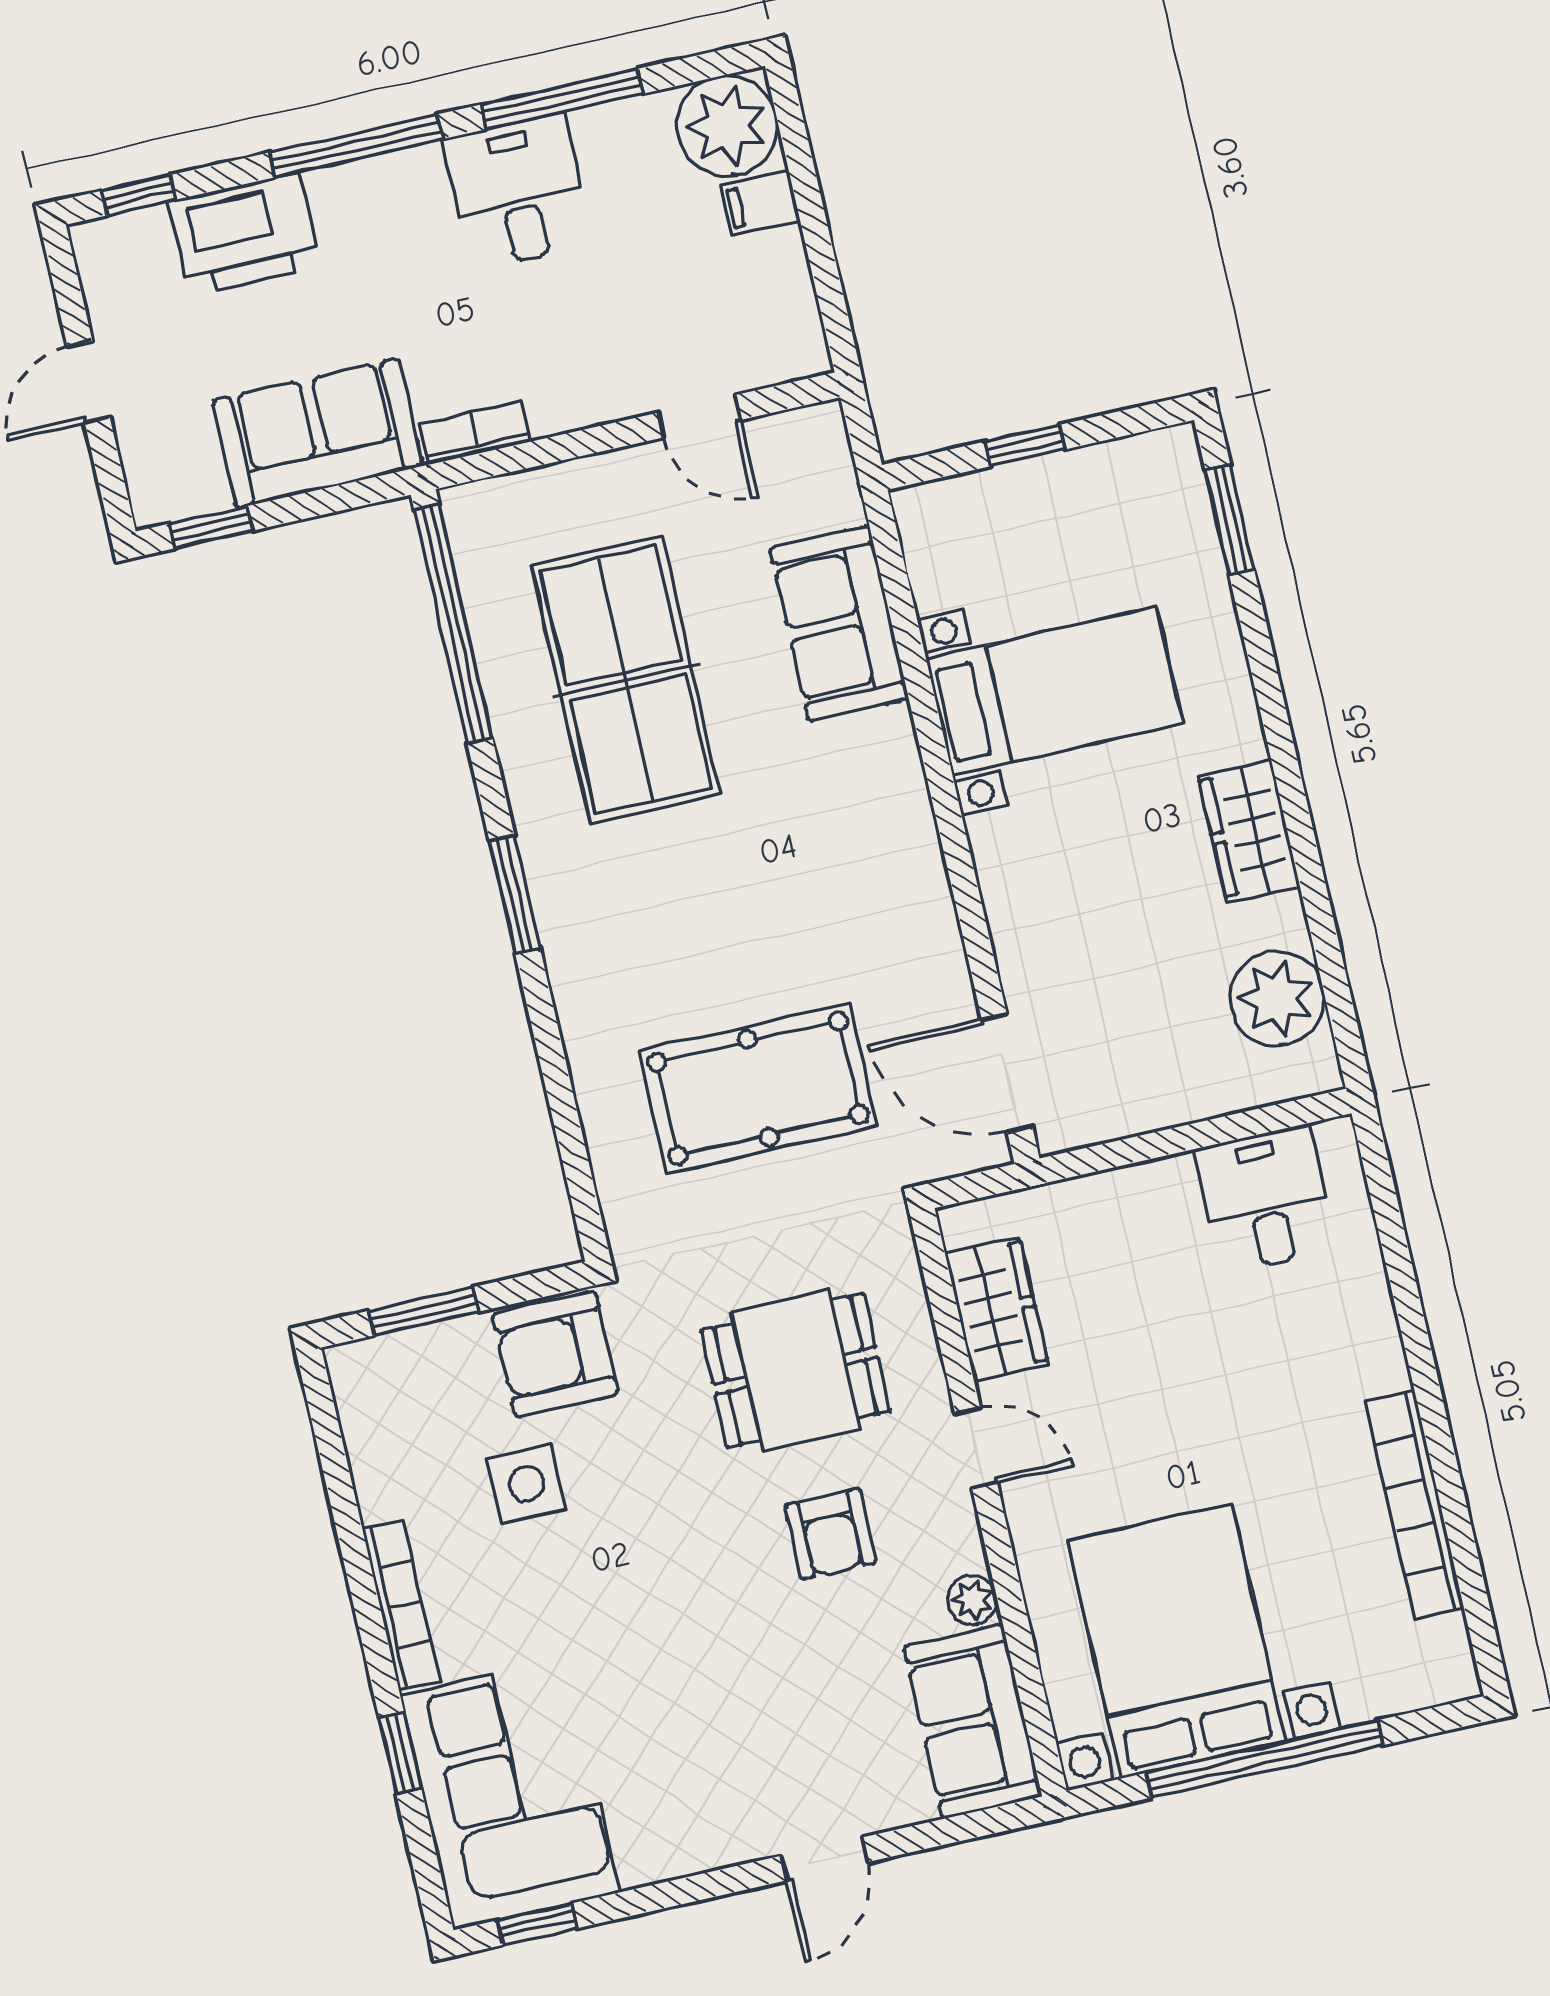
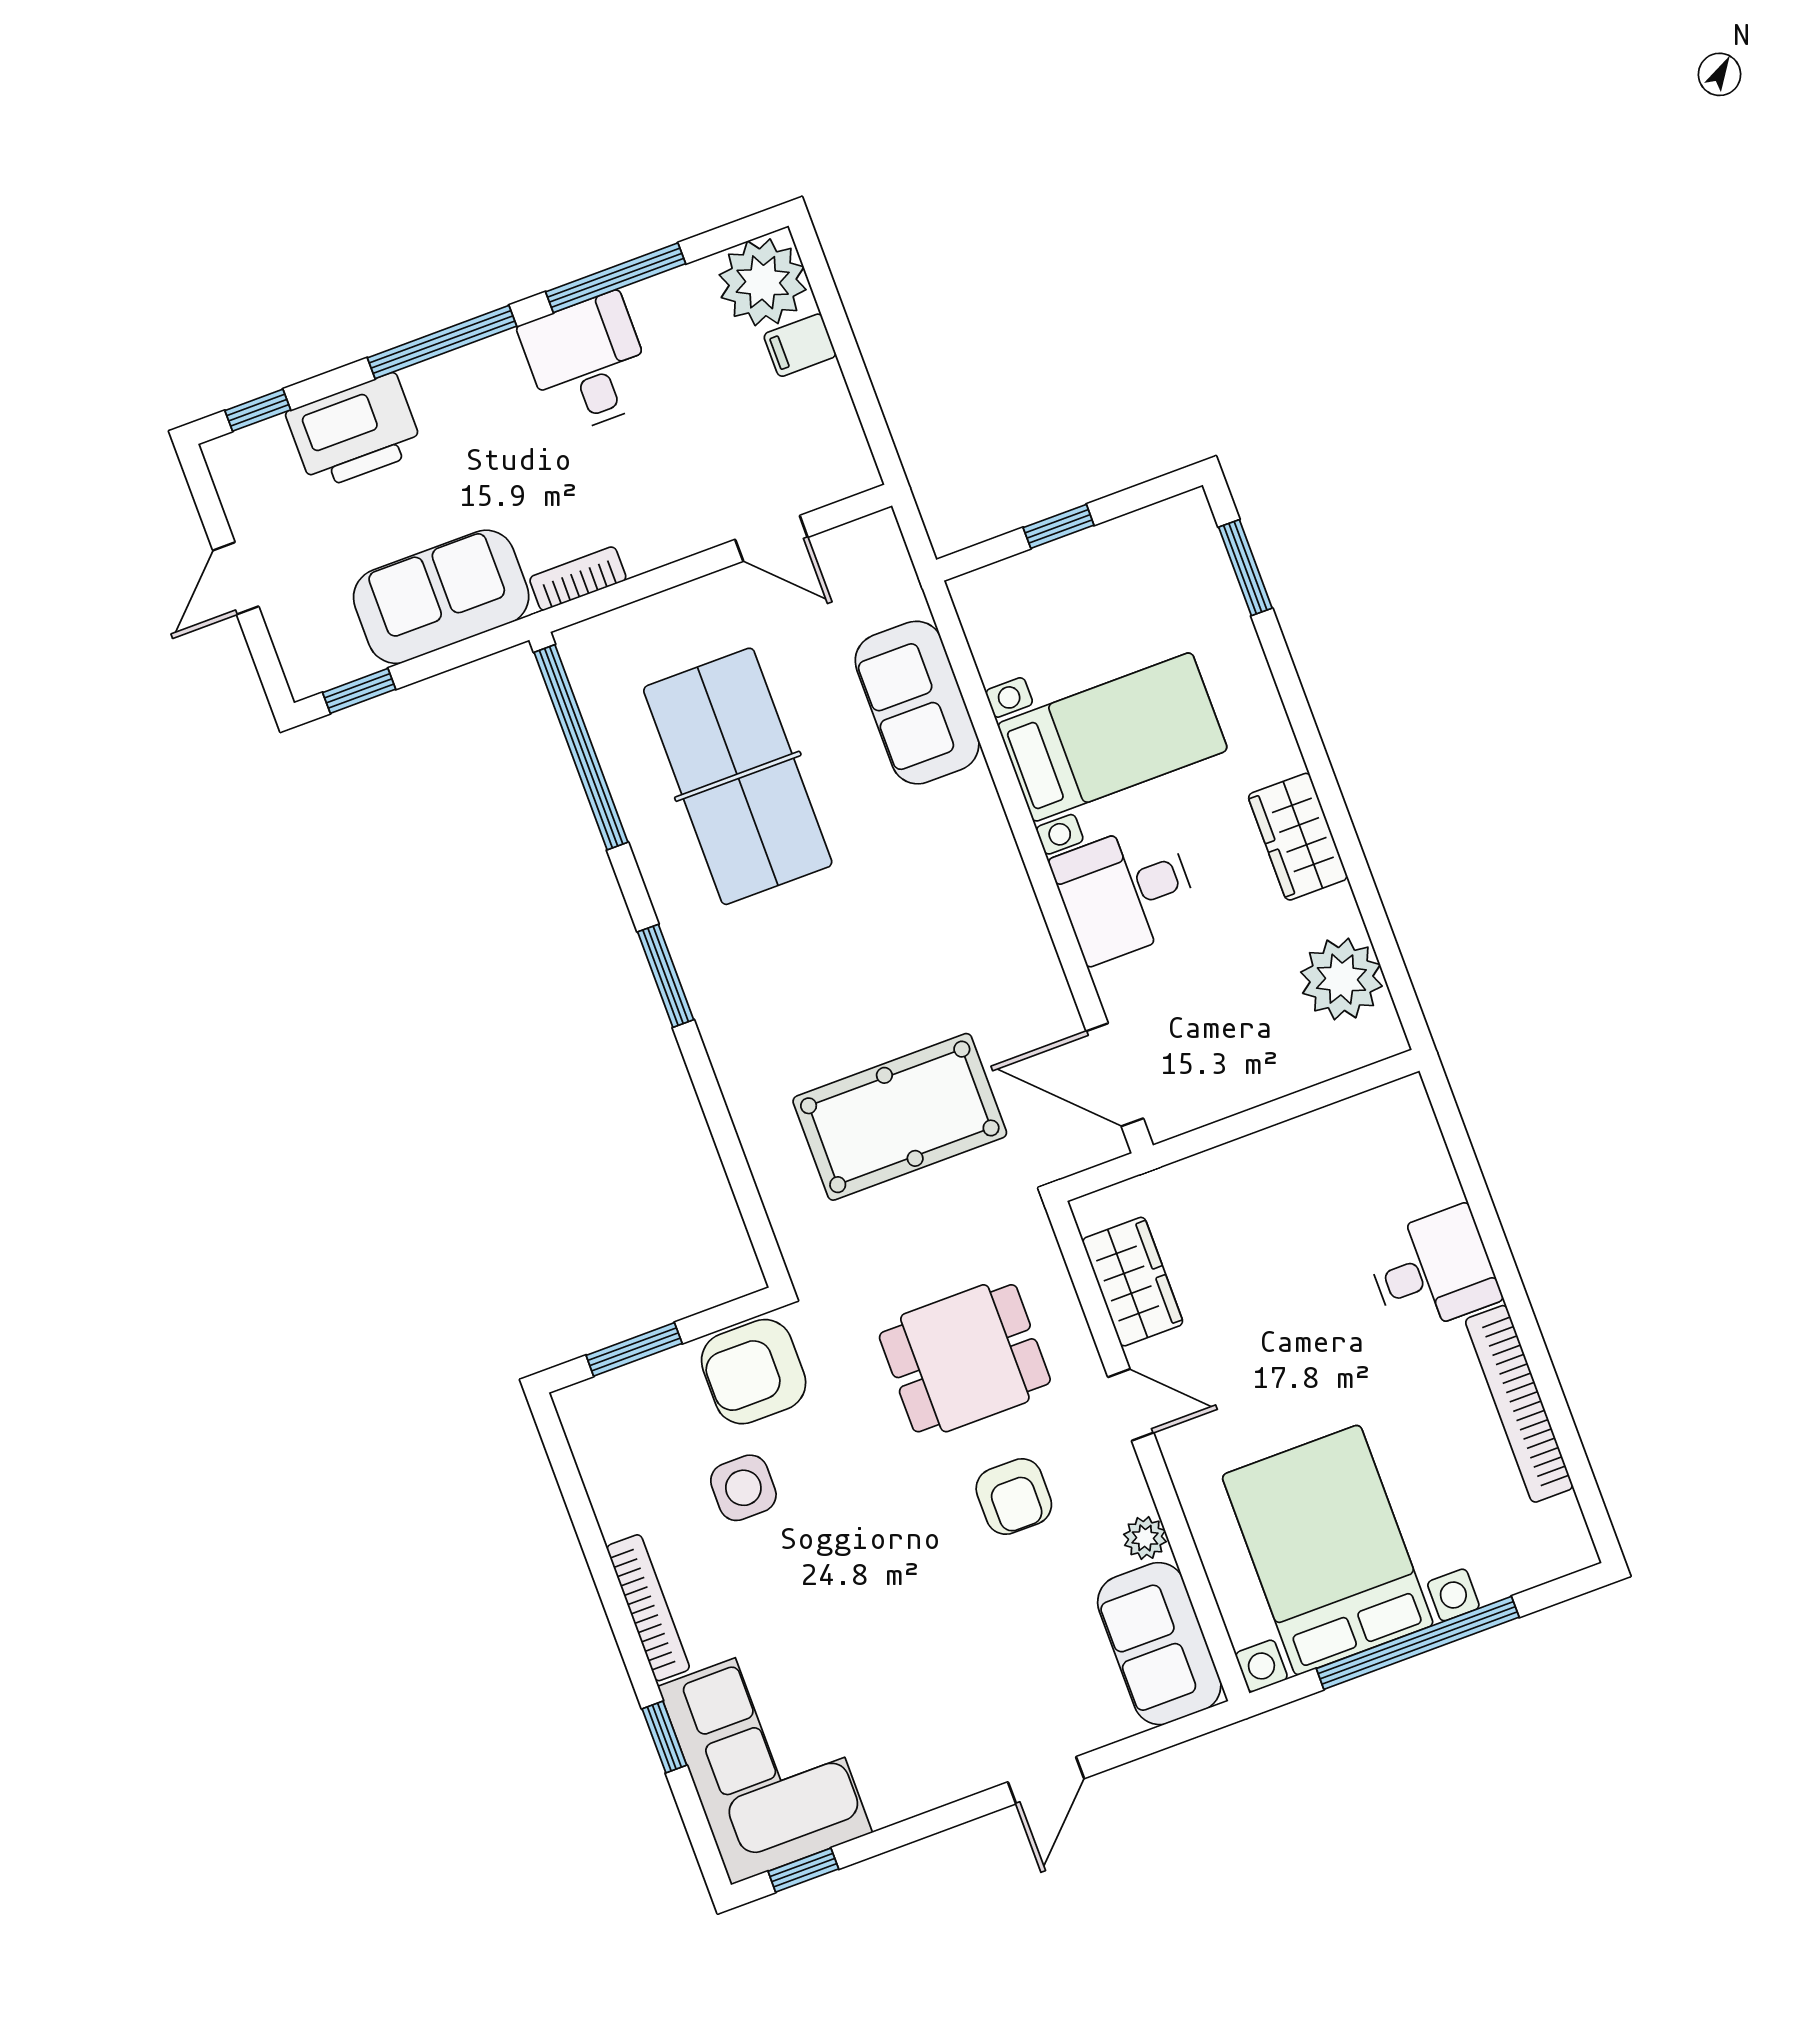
desk: (1046, 869) -> (1126, 892), added
desk: (1265, 1199) -> (1433, 1270), moved, turned 90

